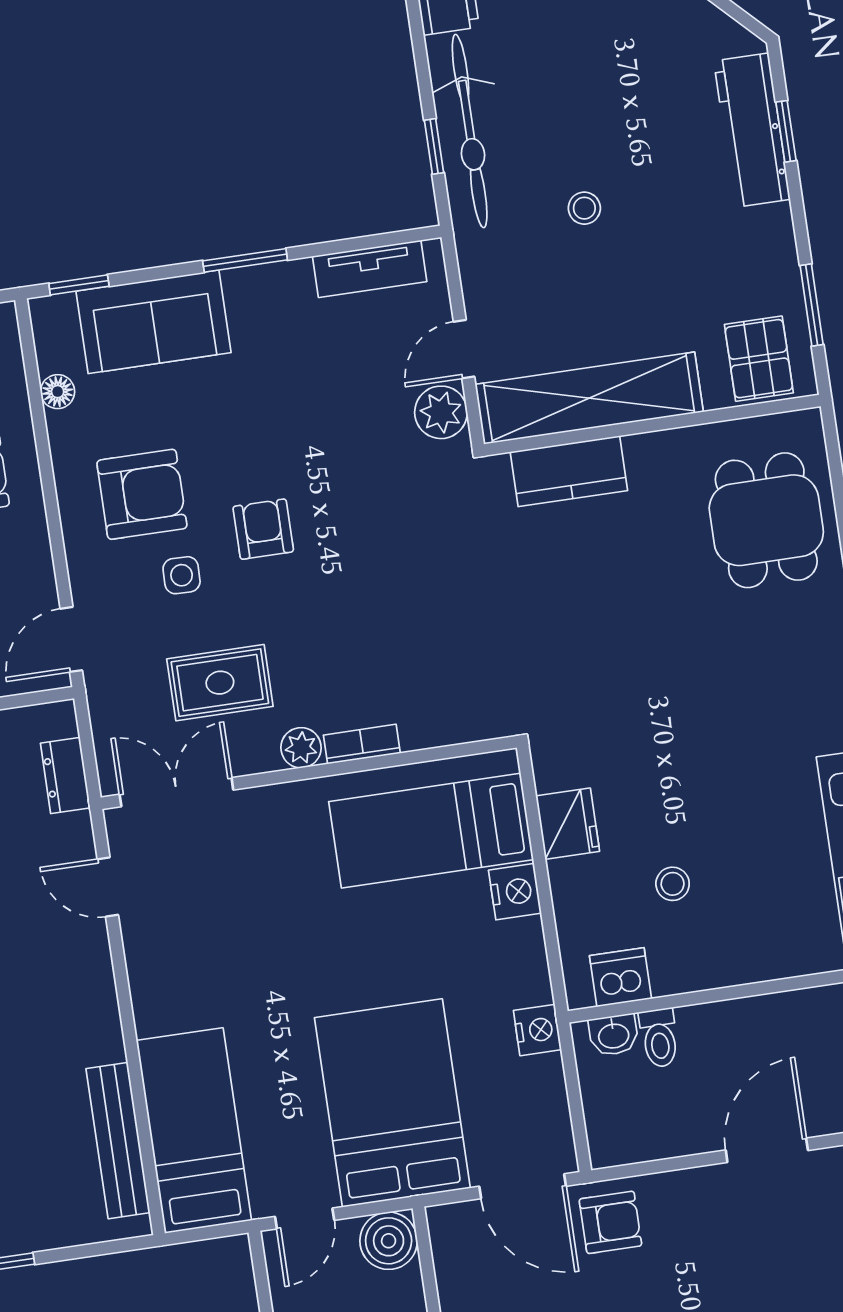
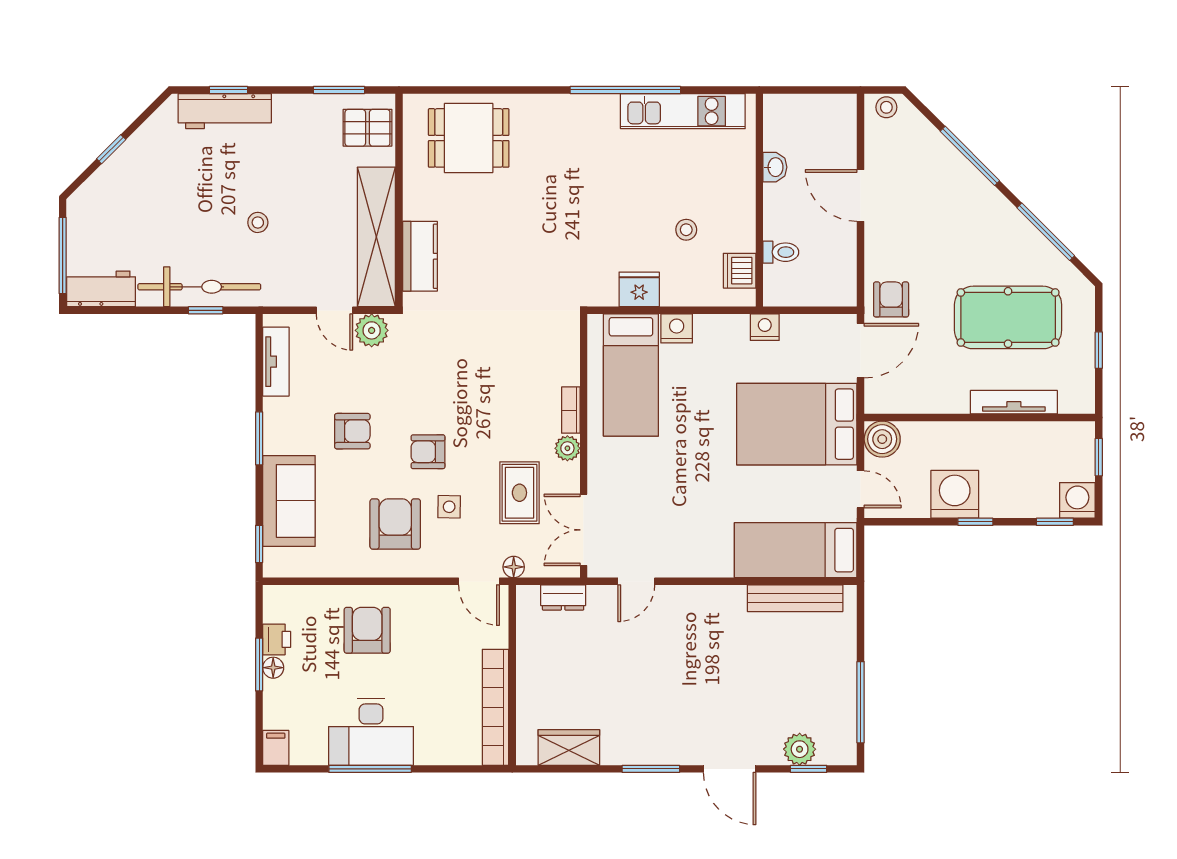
floor lamp: (58, 392) -> (514, 567), moved
armchair: (278, 405) -> (352, 431), added
washbasin: (614, 1035) -> (775, 167), moved

